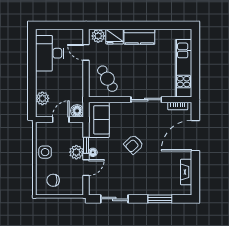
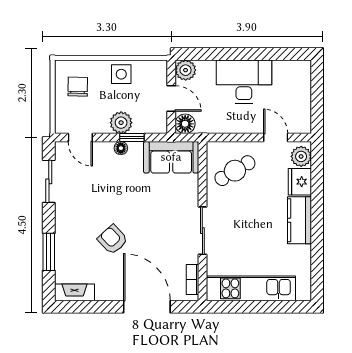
door: (86, 52) -> (276, 138), hinge flipped
desk: (50, 53) -> (244, 81), moved
plant: (42, 98) -> (186, 70), moved
armchair: (134, 144) -> (113, 240), moved
door: (86, 168) -> (80, 138), moved
fireplace: (186, 172) -> (75, 292), moved

